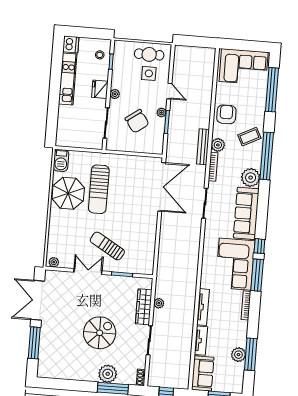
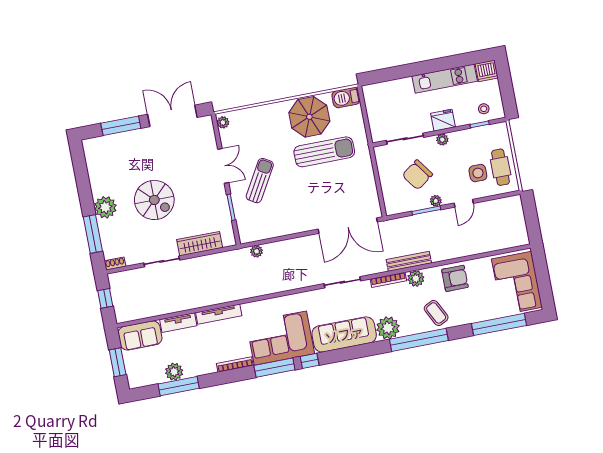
sun lounger: (99, 189) -> (324, 152), turned 180
plant: (159, 303) -> (257, 251), moved
plant: (108, 374) -> (105, 207), moved

